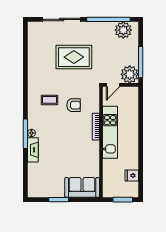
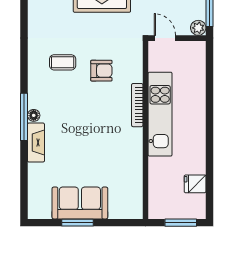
plant: (130, 74) -> (198, 28), width x0.53, depth x0.53
door: (113, 85) -> (165, 38), swing flipped
sofa: (82, 187) -> (80, 203), moved

